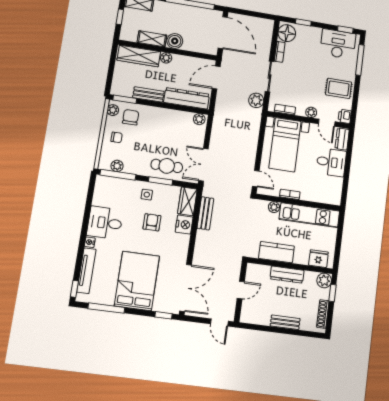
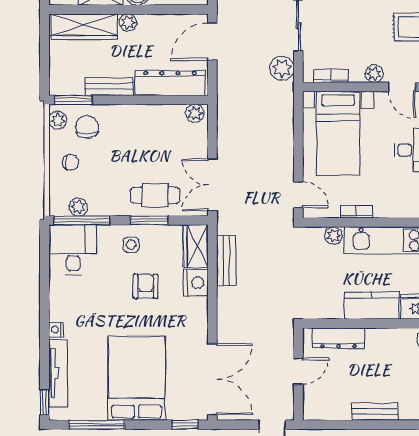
desk: (105, 223) -> (73, 250), moved, turned 90
kitchen counter: (276, 252) -> (372, 306), moved
dresser: (287, 275) -> (338, 338), moved

